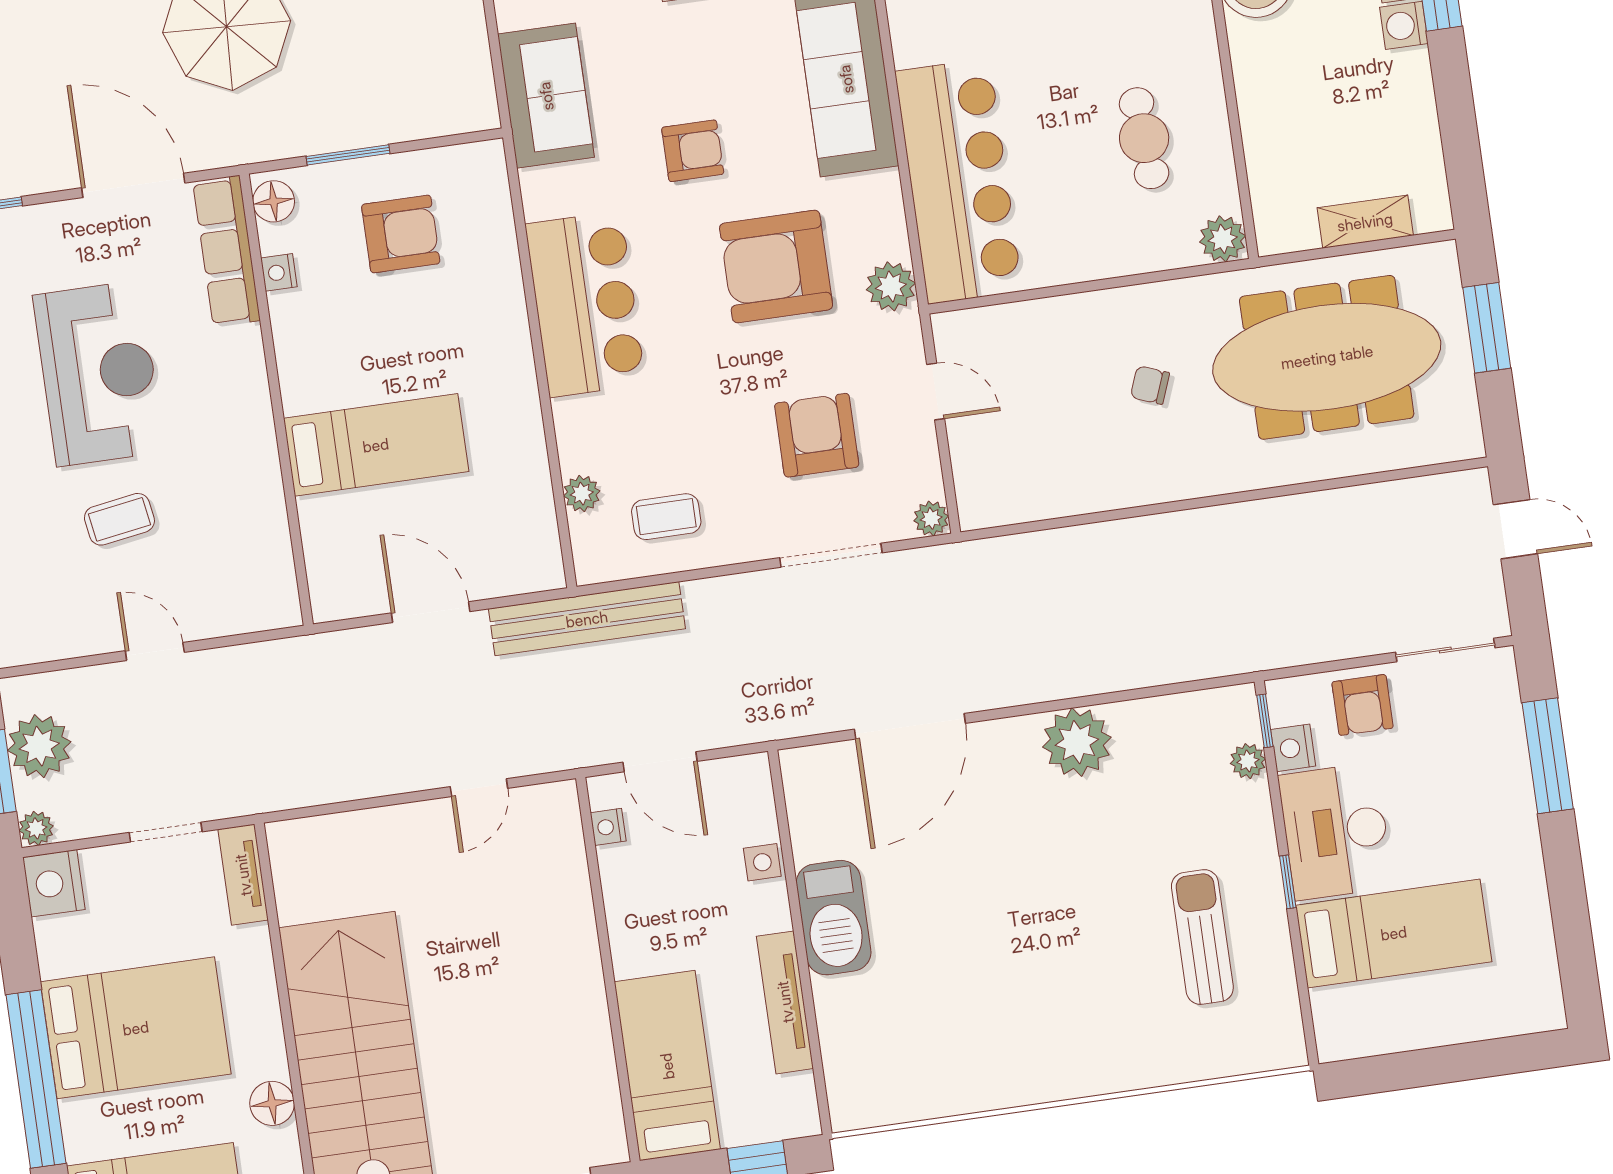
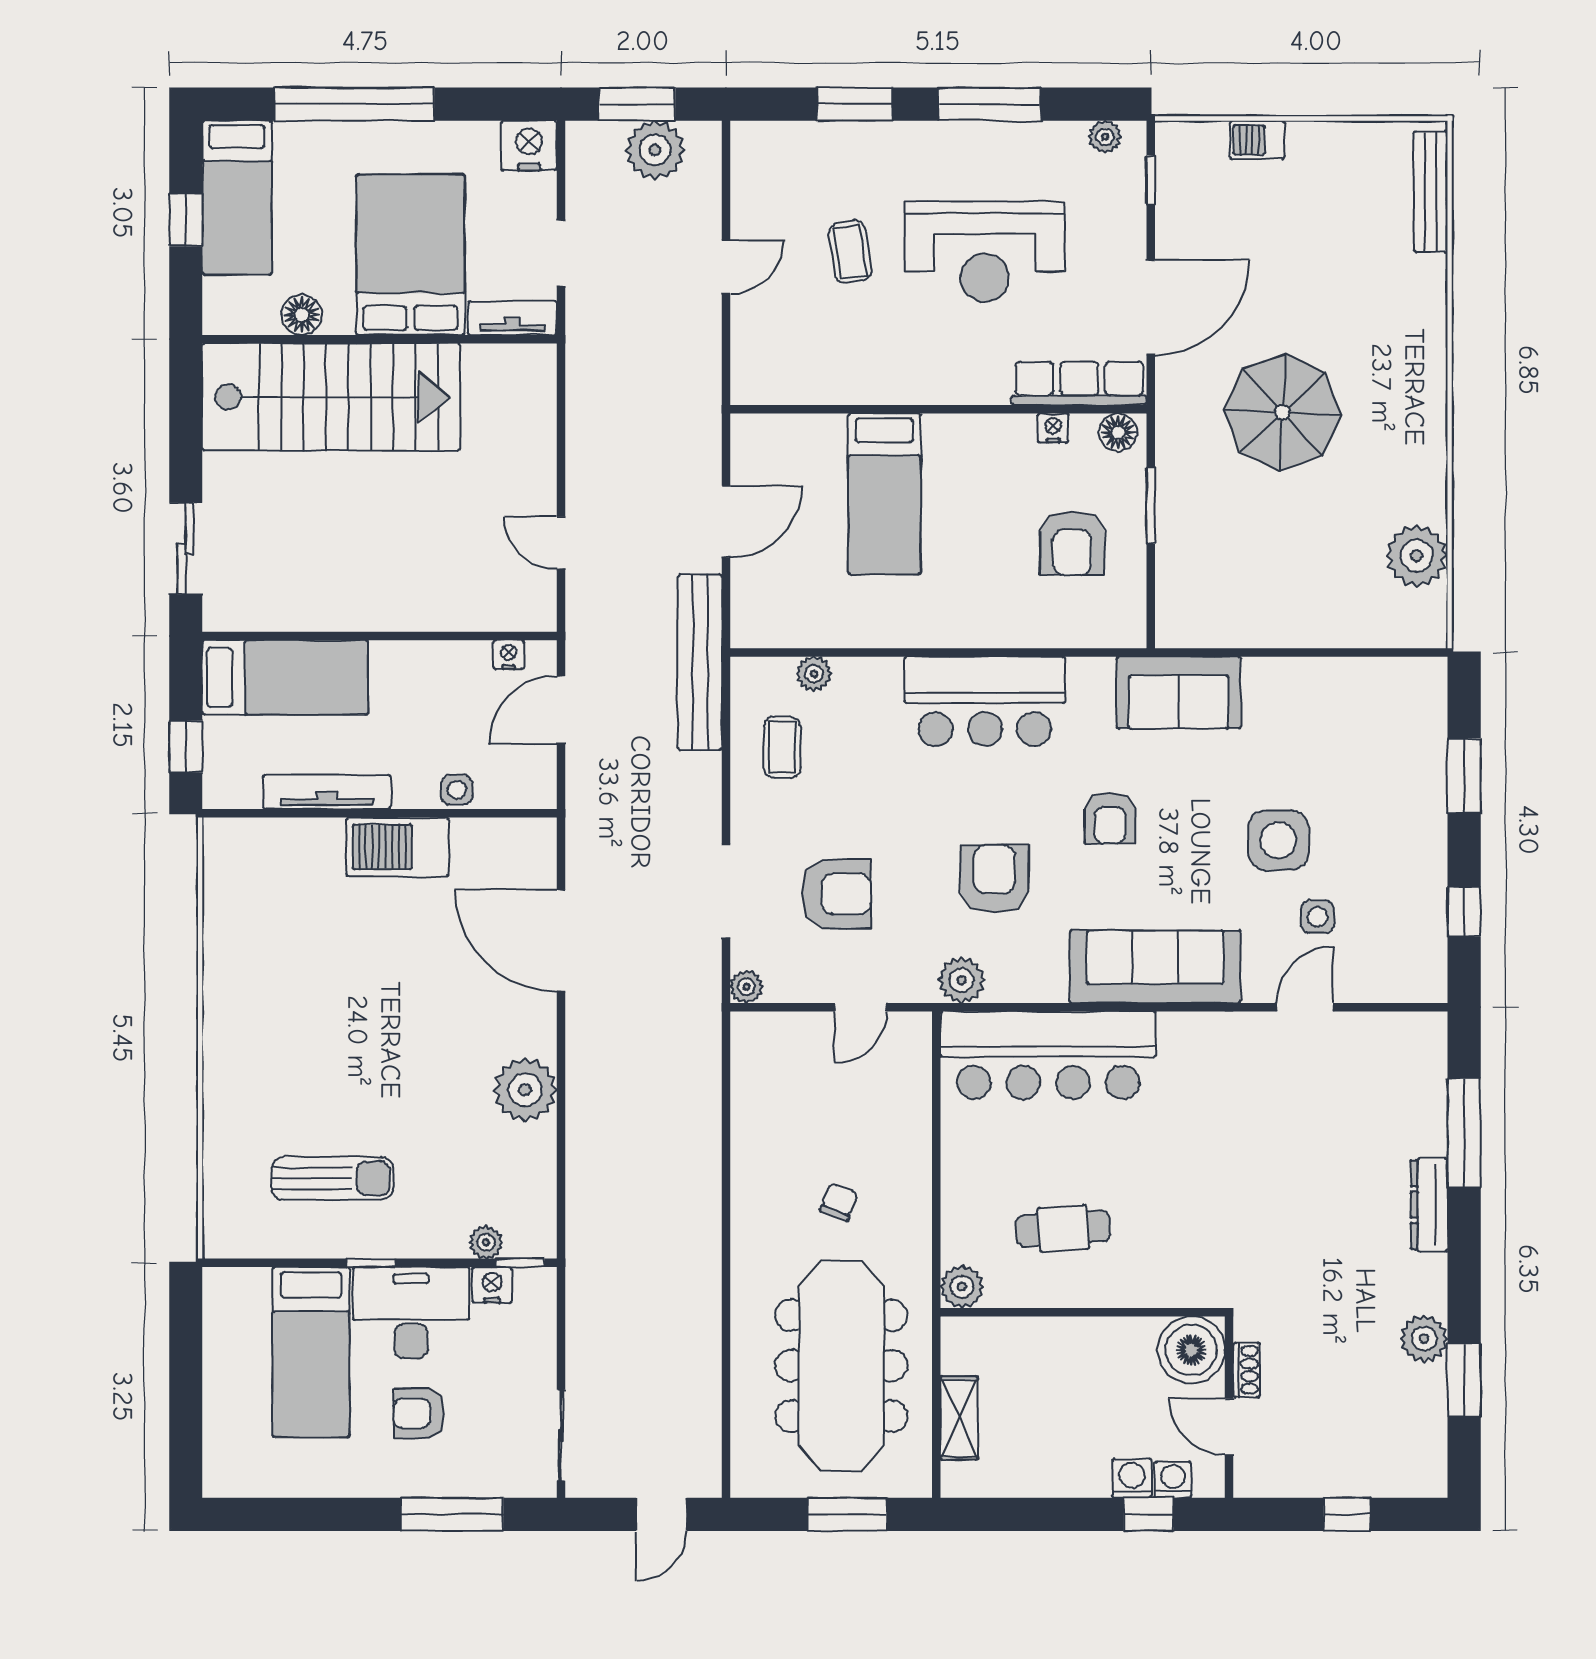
armchair: (776, 267) -> (994, 879), width x0.73, depth x0.73
armchair: (1363, 705) -> (419, 1413), moved
plant: (36, 828) -> (581, 137), removed
bed: (136, 1028) -> (410, 255), moved, turned 180

